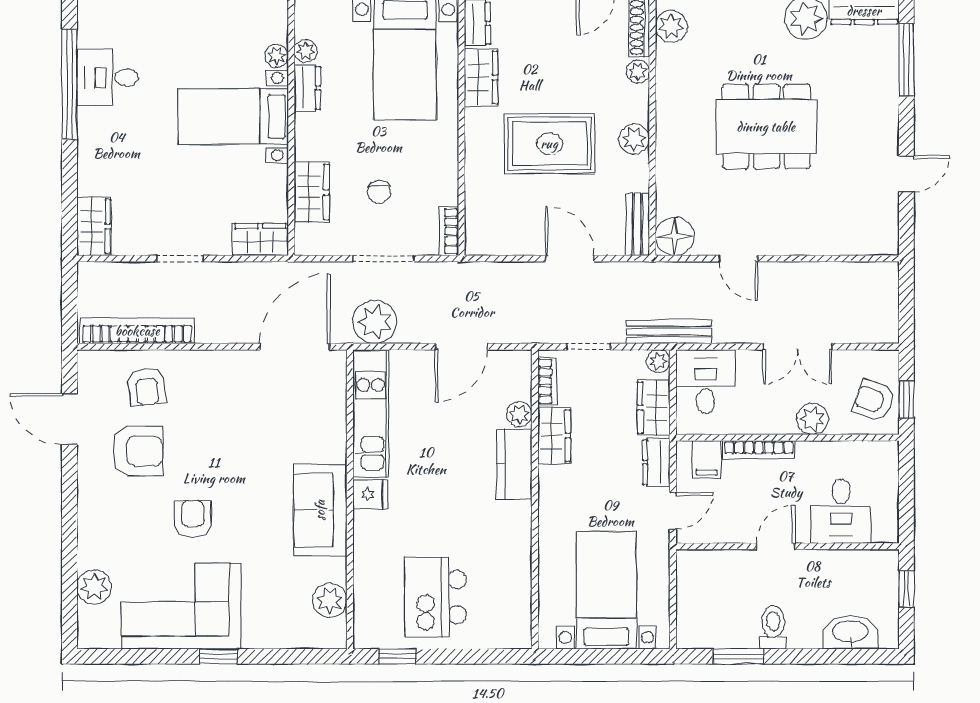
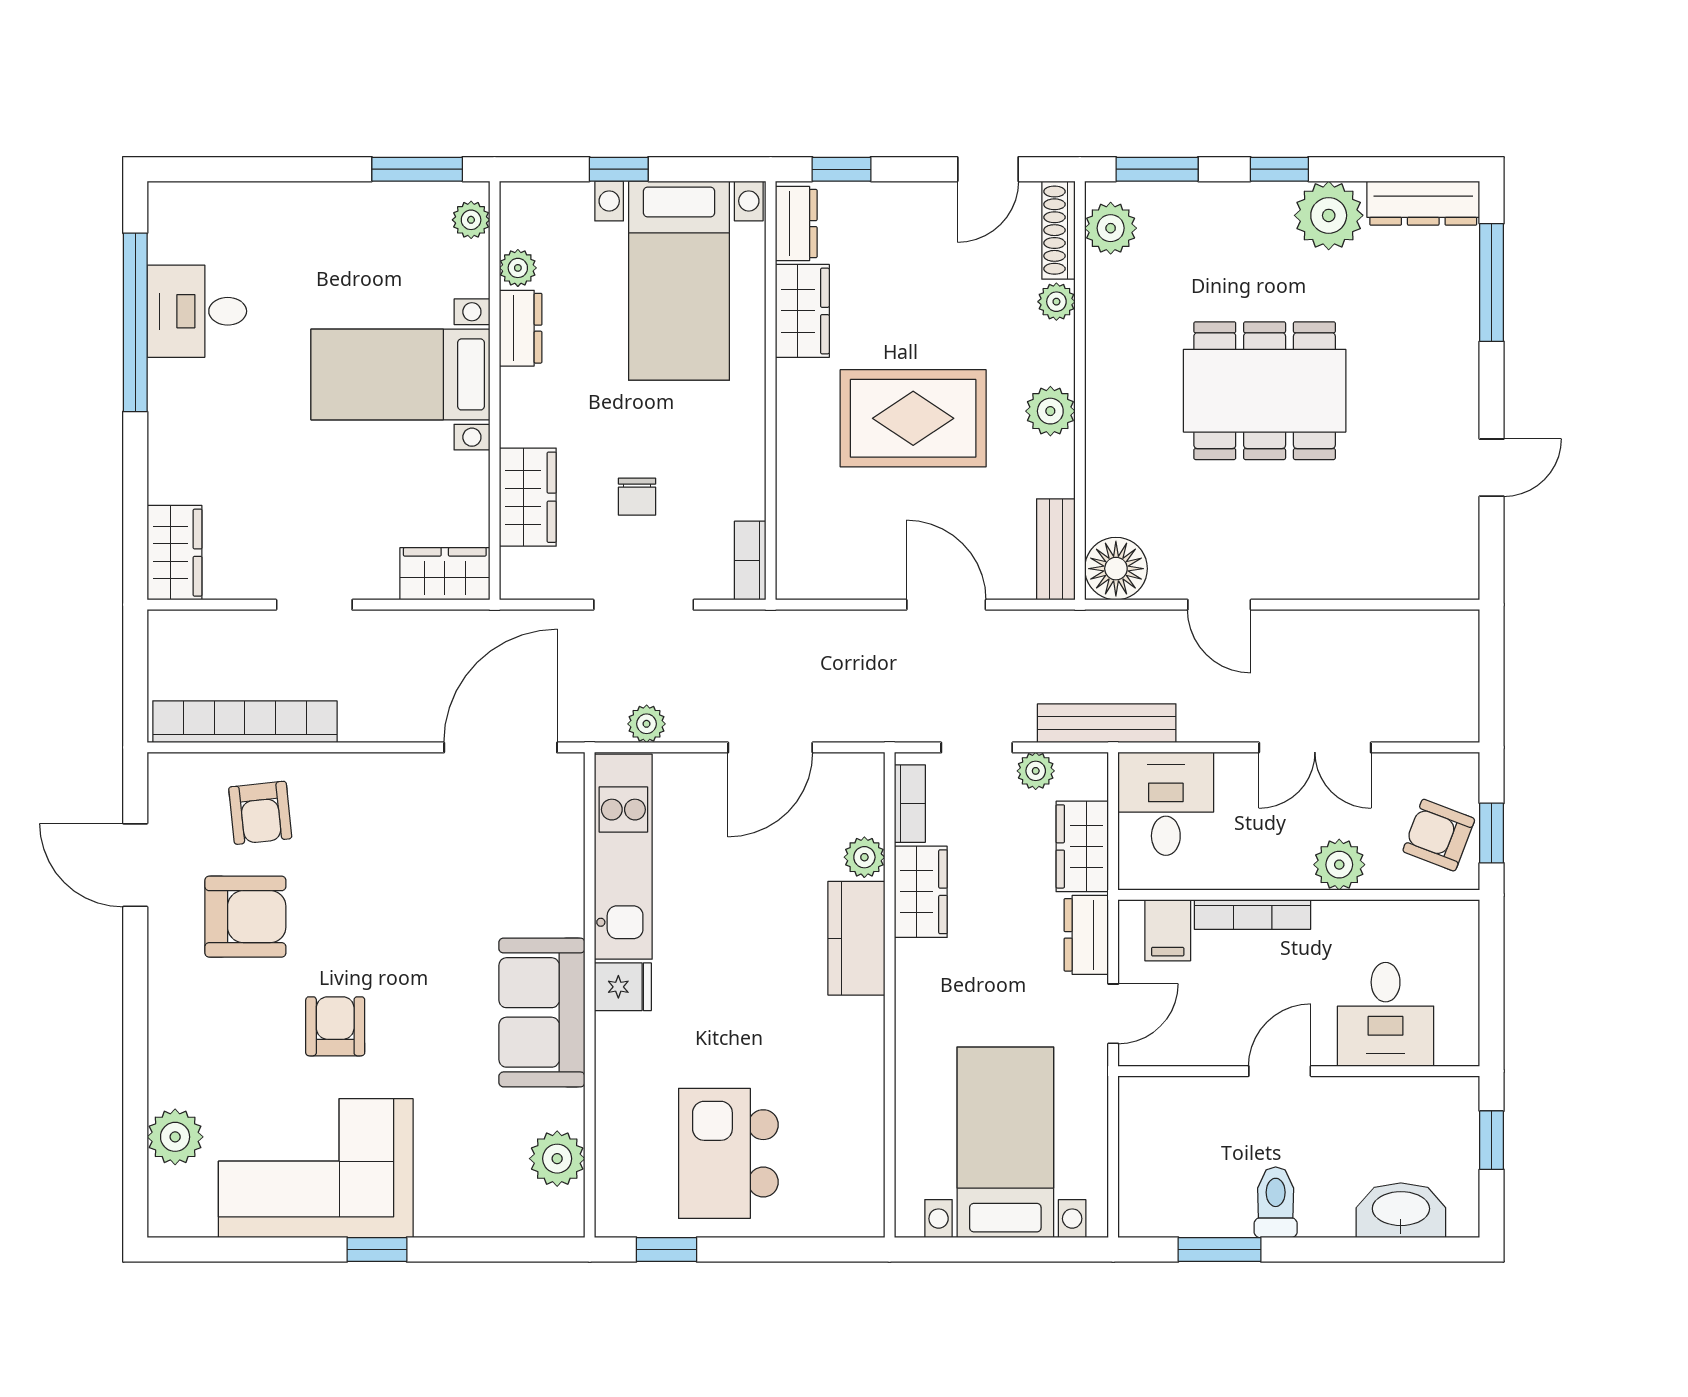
plant: (277, 56) -> (471, 220), moved
plant: (375, 322) -> (647, 724), width x0.53, depth x0.53
plant: (658, 361) -> (1036, 771), moved

